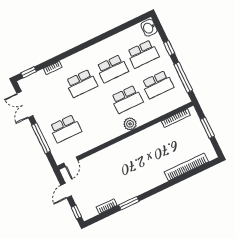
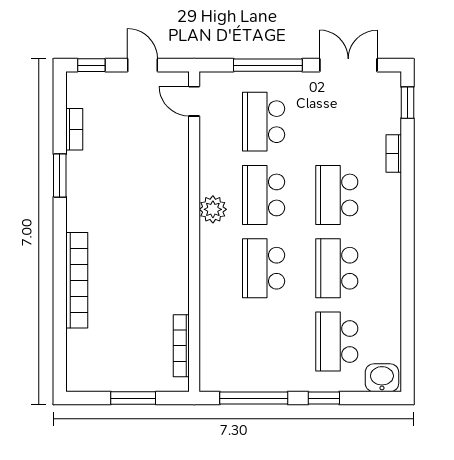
school desk: (158, 85) -> (264, 195), moved
plant: (130, 124) -> (213, 209), moved
bookcase: (186, 167) -> (77, 280), moved

